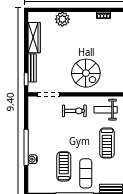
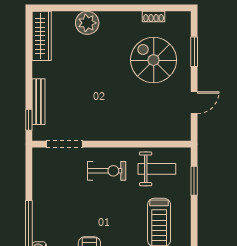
wardrobe: (34, 38) -> (42, 36), moved
spiral stairs: (86, 73) -> (154, 60), moved, turned 180
weight bench: (106, 110) -> (157, 169), turned 180

